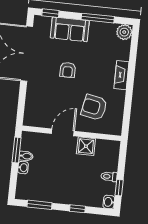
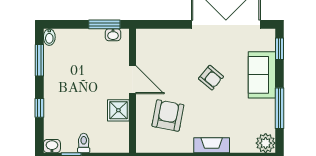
armchair: (68, 70) -> (211, 78), turned -140
bidet: (26, 156) -> (49, 37), moved
washbasin: (23, 168) -> (113, 35), moved

